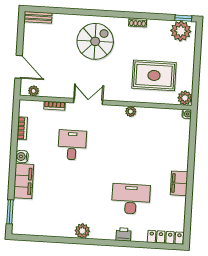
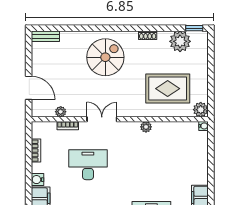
plant: (181, 31) -> (180, 41), moved
plant: (34, 91) -> (61, 112), moved
desk: (72, 145) -> (88, 165), width x1.37

